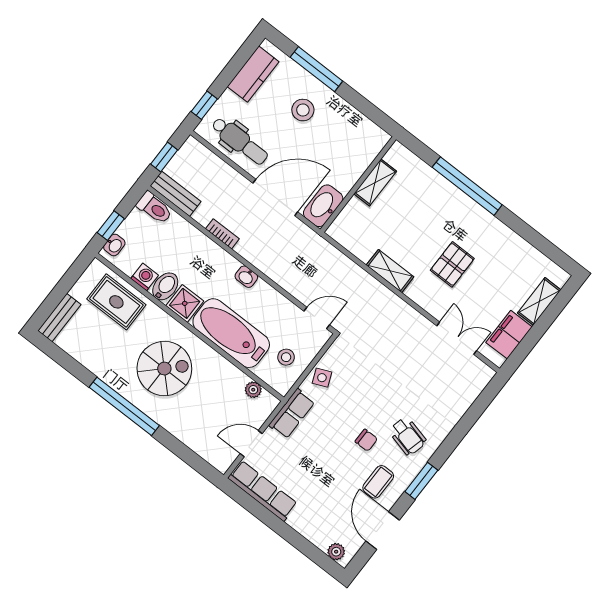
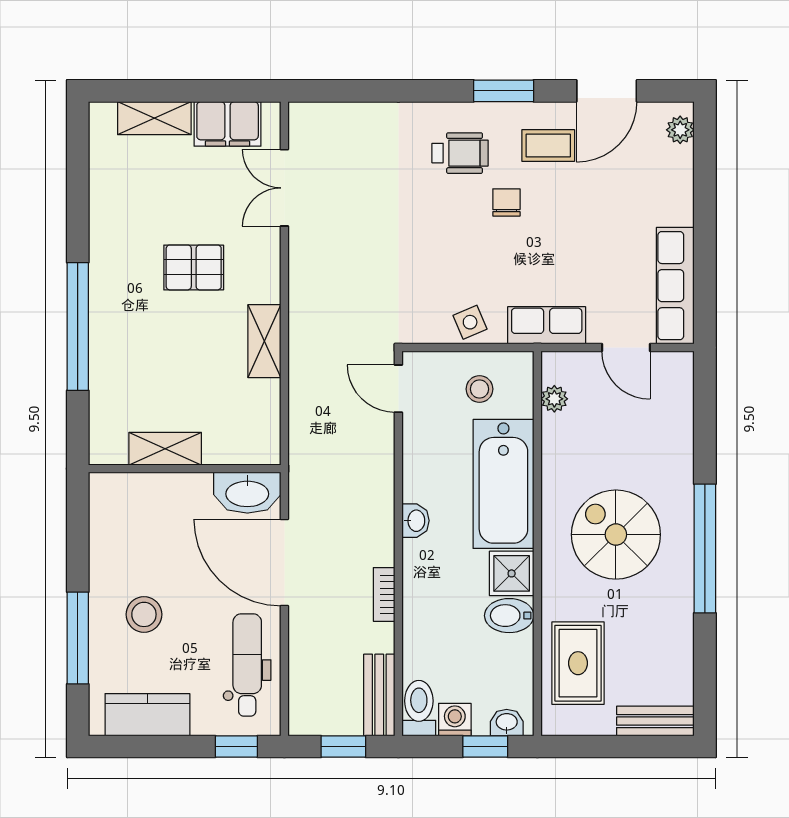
washing machine: (145, 277) -> (455, 720), moved, turned 90
wheelchair: (408, 436) -> (460, 153), turned 76

